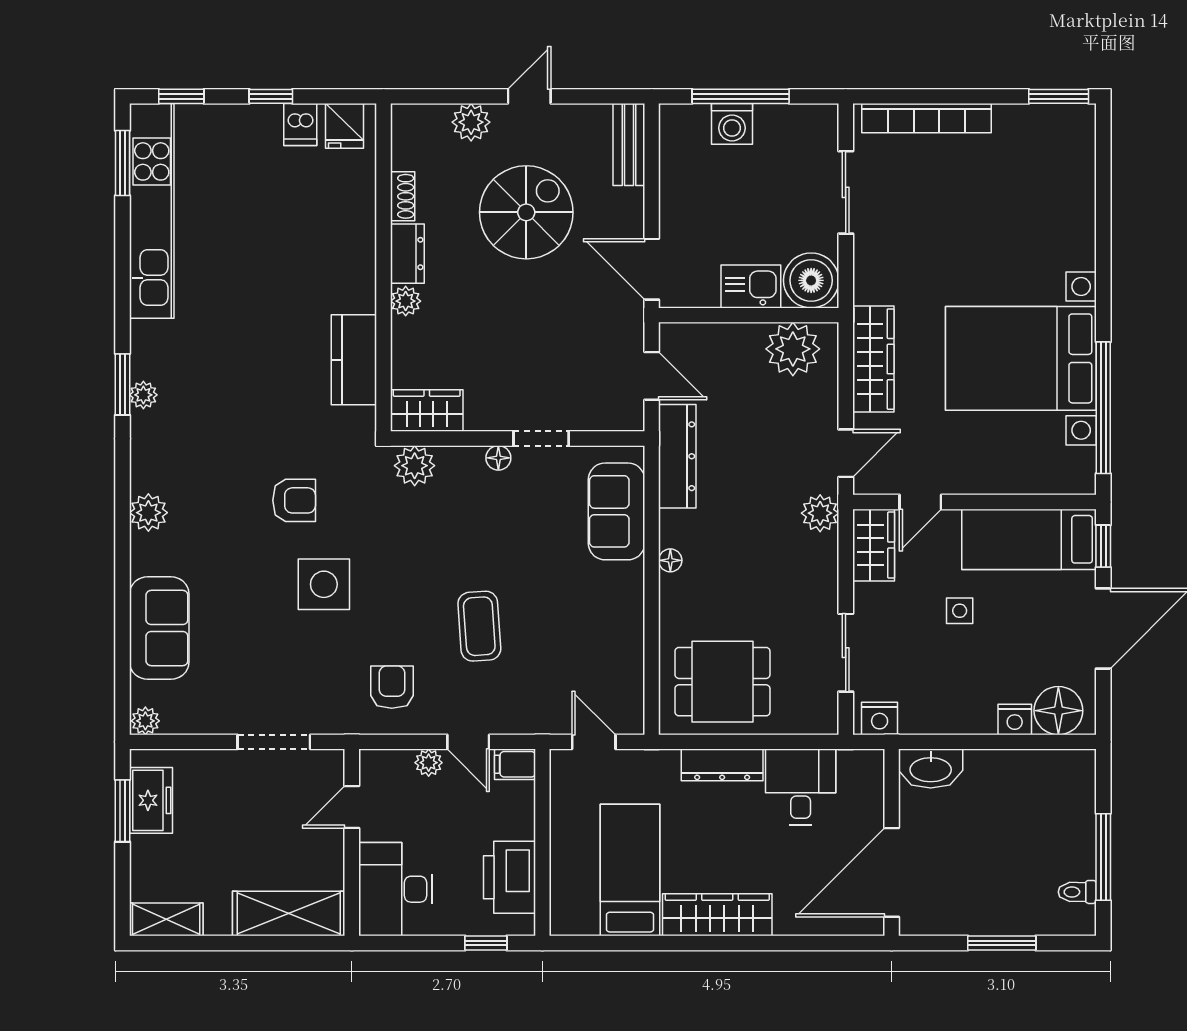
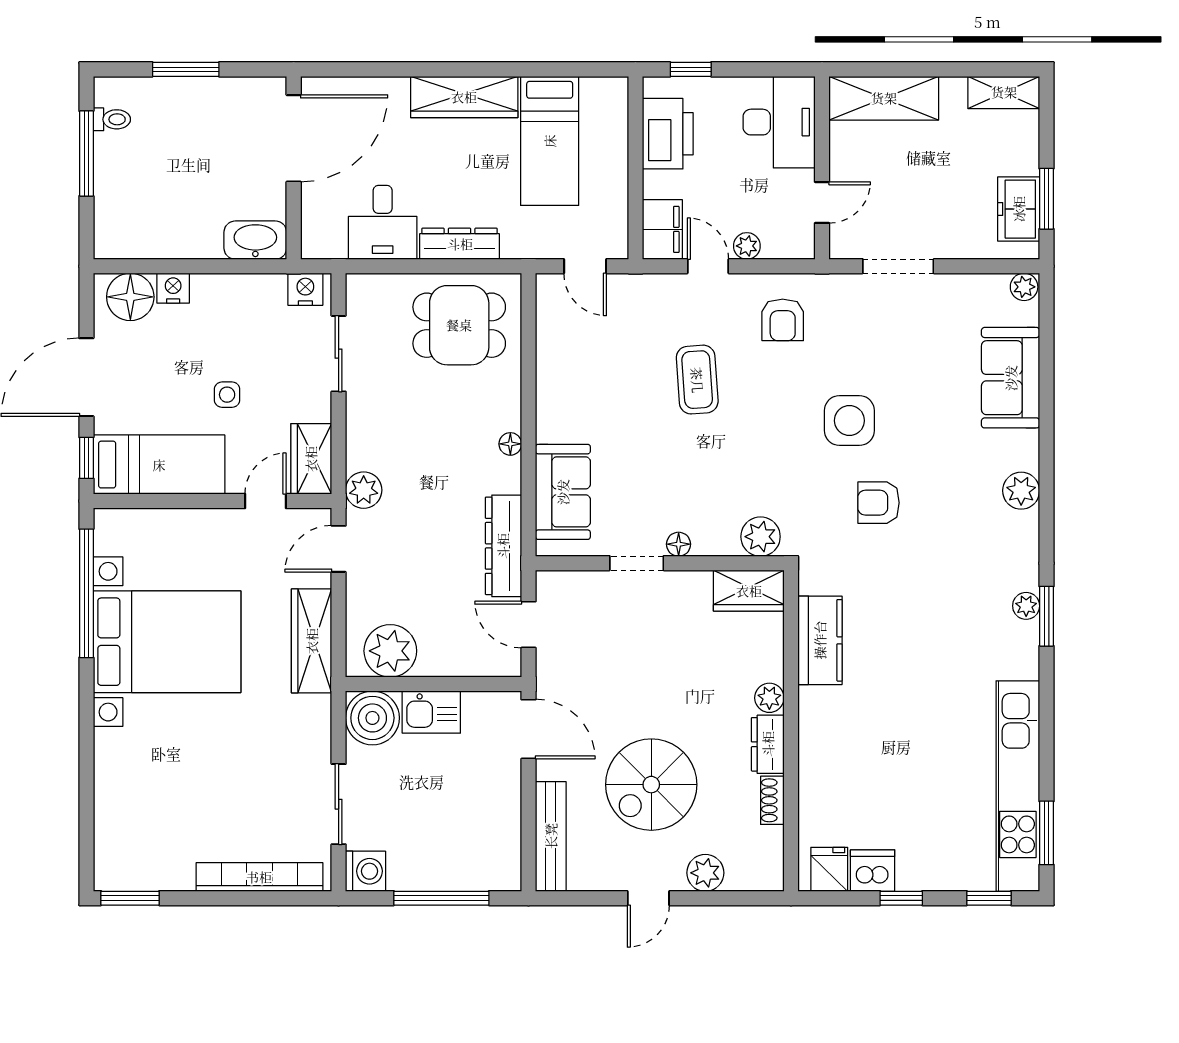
washing machine: (732, 124) -> (365, 871), moved, turned 90
dishwasher: (300, 125) -> (873, 871), width x1.38
bench: (629, 145) -> (551, 836), width x1.36
filing cabinet: (515, 764) -> (662, 229), width x2.00

